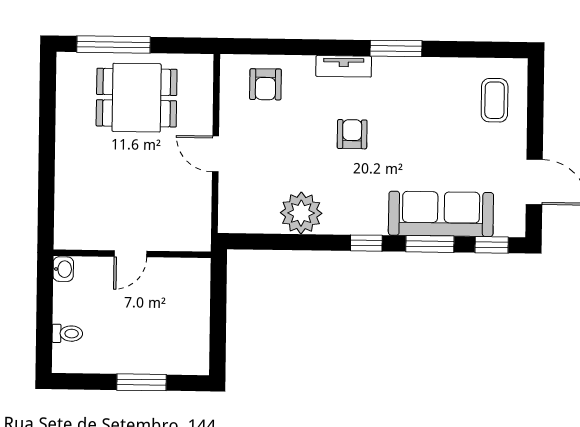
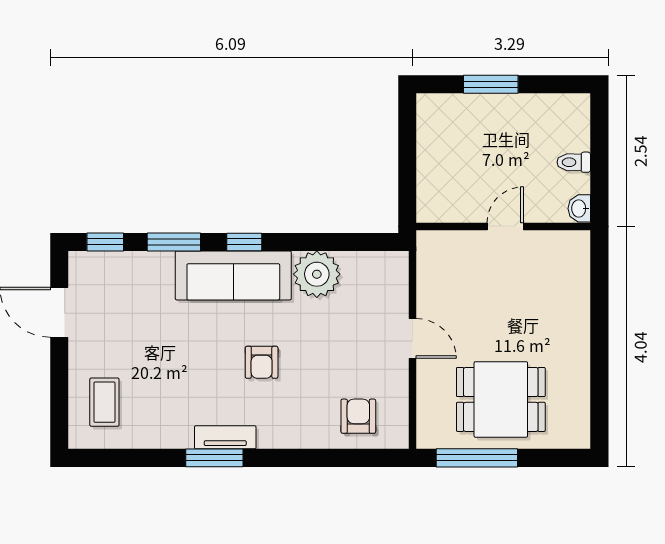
window: (113, 44) -> (477, 458), moved
tv unit: (344, 66) -> (225, 437), moved
sofa: (441, 214) -> (233, 275), moved
toilet: (67, 333) -> (574, 162), moved

